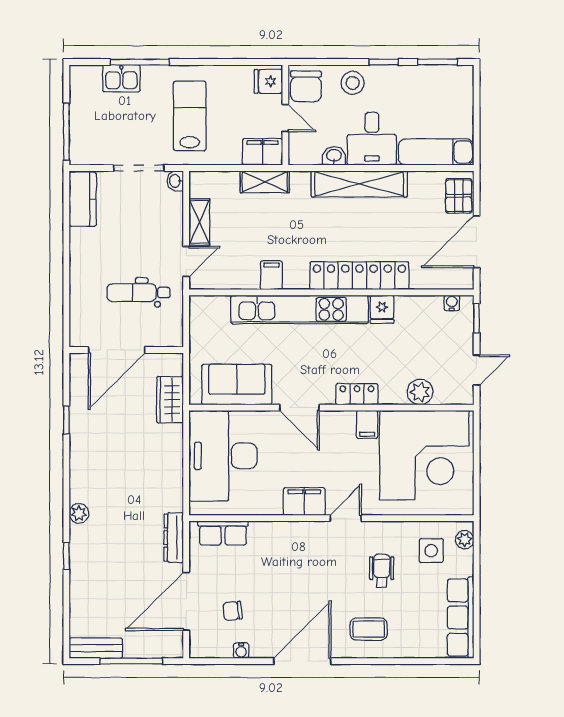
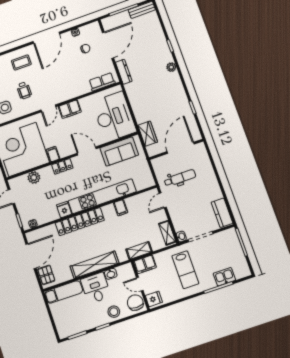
shelving: (199, 222) -> (167, 233), moved

